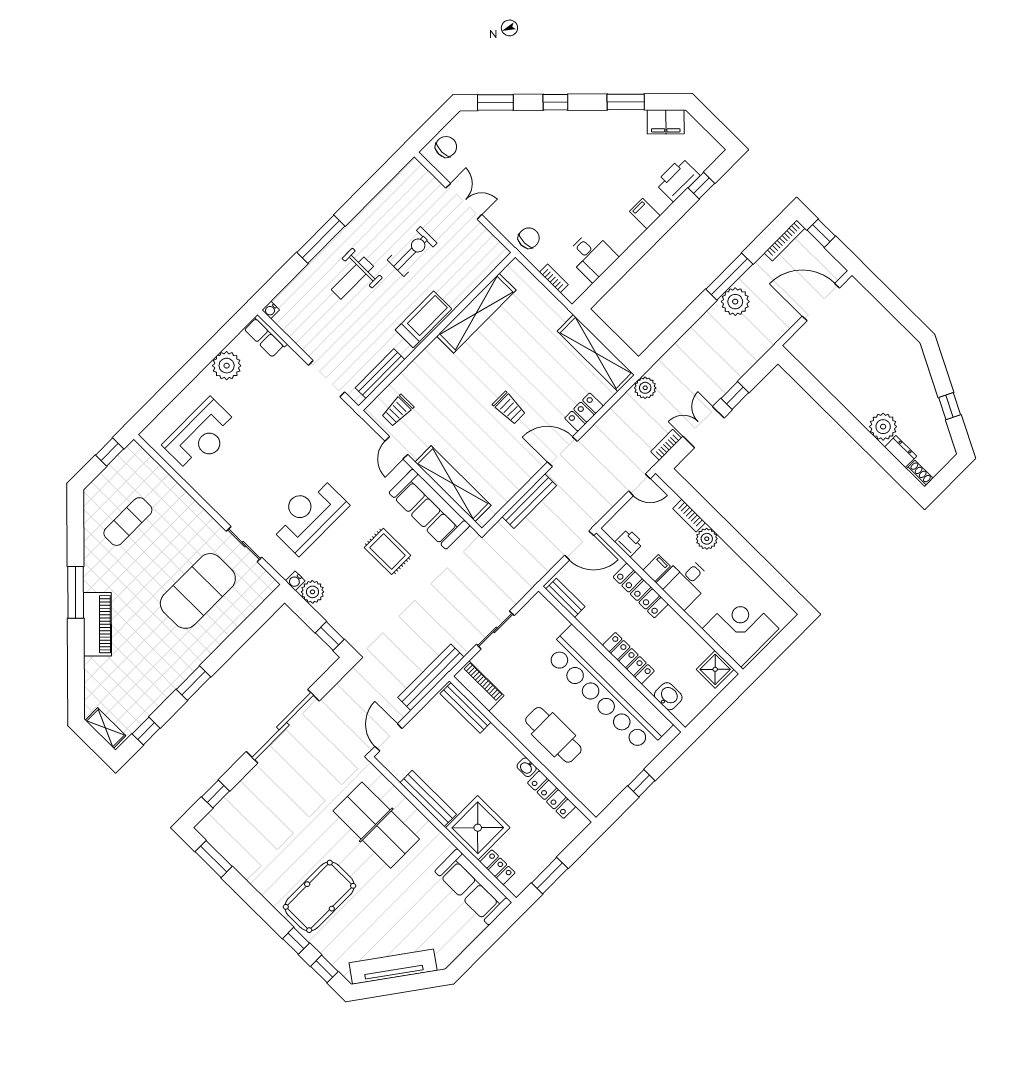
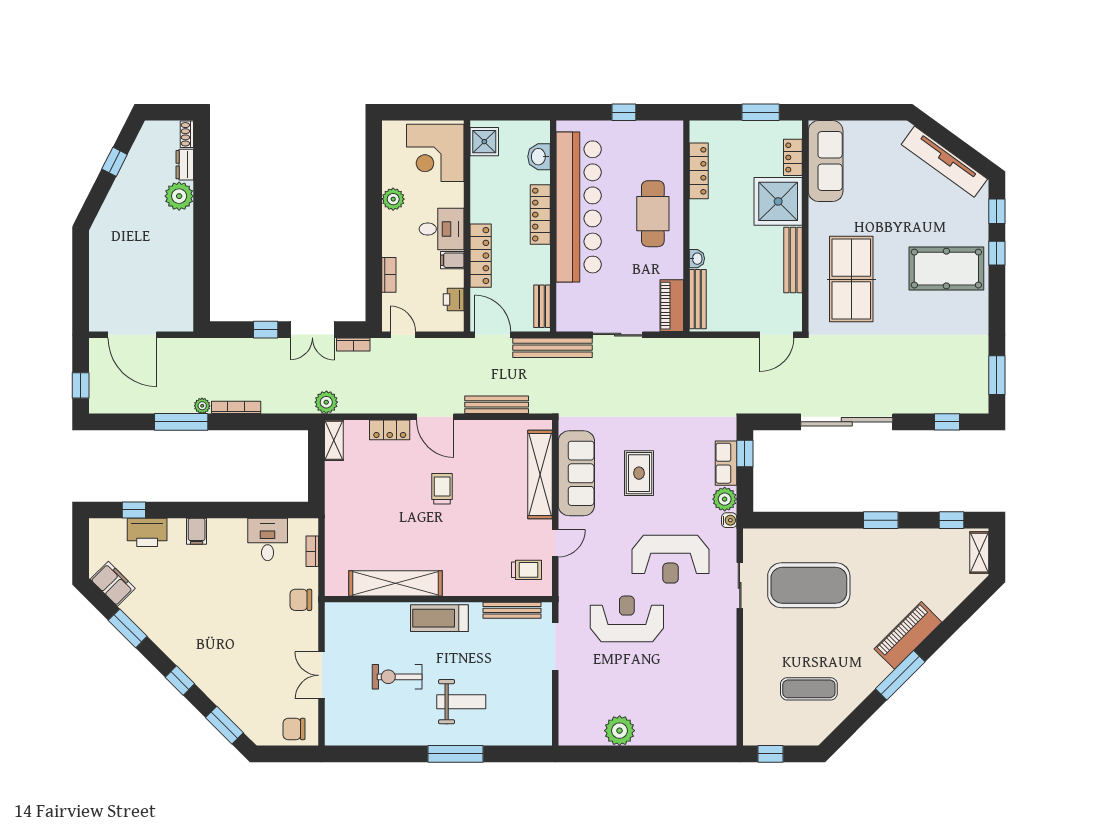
bookcase: (785, 240) -> (236, 407), moved
plant: (735, 302) -> (202, 406), width x0.53, depth x0.53
water cooler: (271, 310) -> (545, 739), removed
row of seats: (265, 336) -> (726, 463), moved, turned 180
shelving: (596, 353) -> (334, 440), width x0.45, depth x0.75
reception desk: (201, 436) -> (627, 619), moved
plant: (707, 539) -> (393, 199), moved
bench: (431, 677) -> (553, 348), moved
washbasin: (527, 767) -> (697, 259), moved

